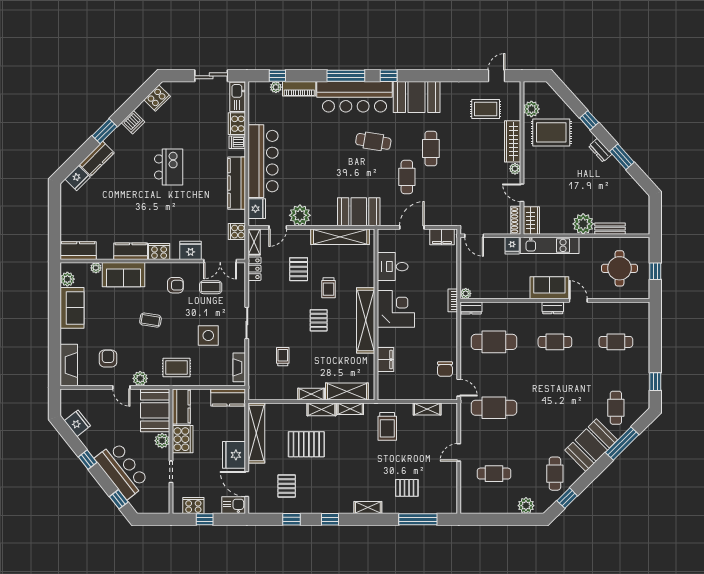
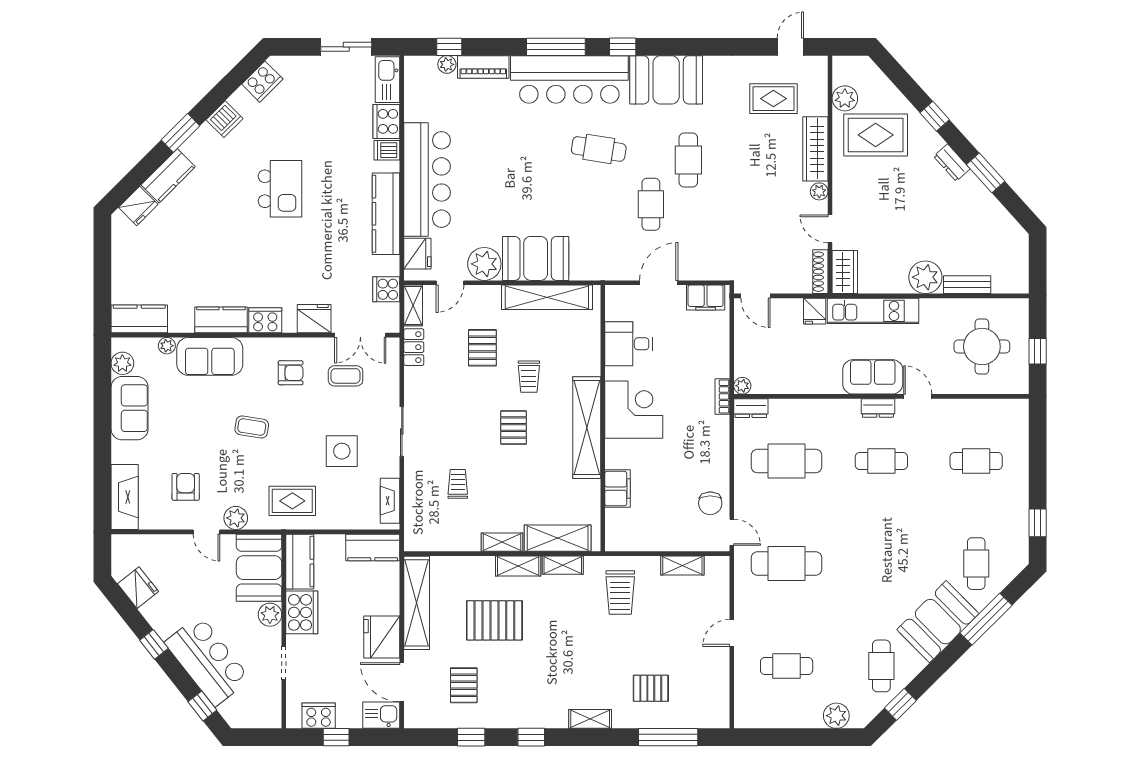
booth: (359, 212) -> (536, 258), moved

